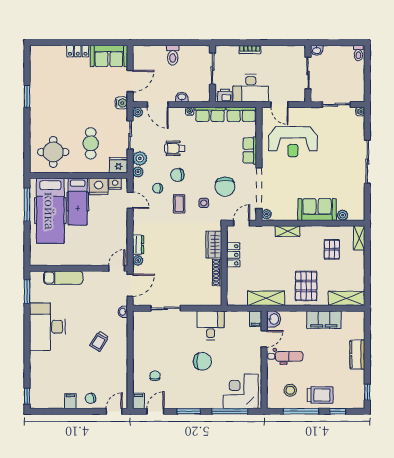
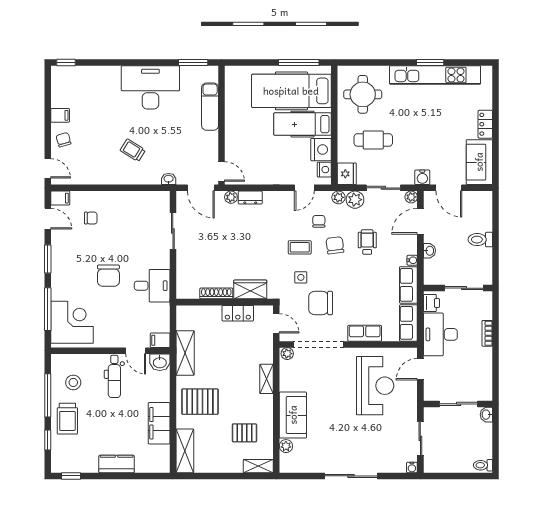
kitchen unit: (37, 92) -> (435, 75), added
reception desk: (293, 142) -> (375, 386), turned 180

